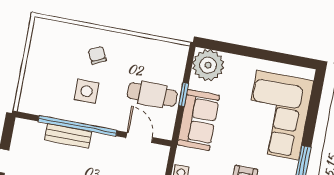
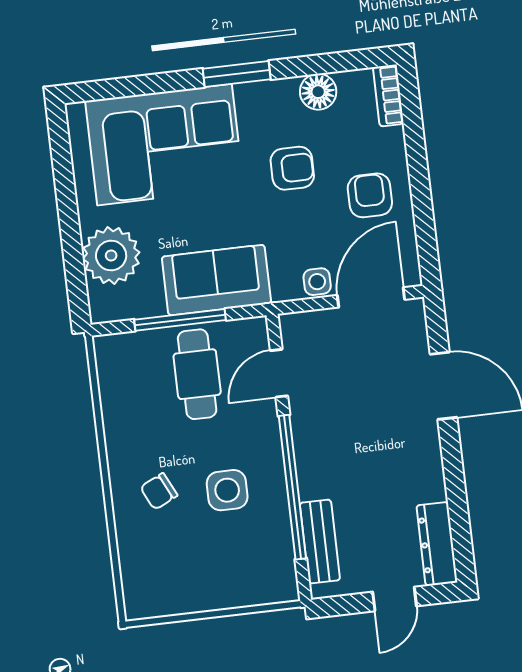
plant: (208, 65) -> (111, 256), moved
window: (183, 94) -> (180, 320), width x2.17
bench: (68, 136) -> (320, 541), moved

